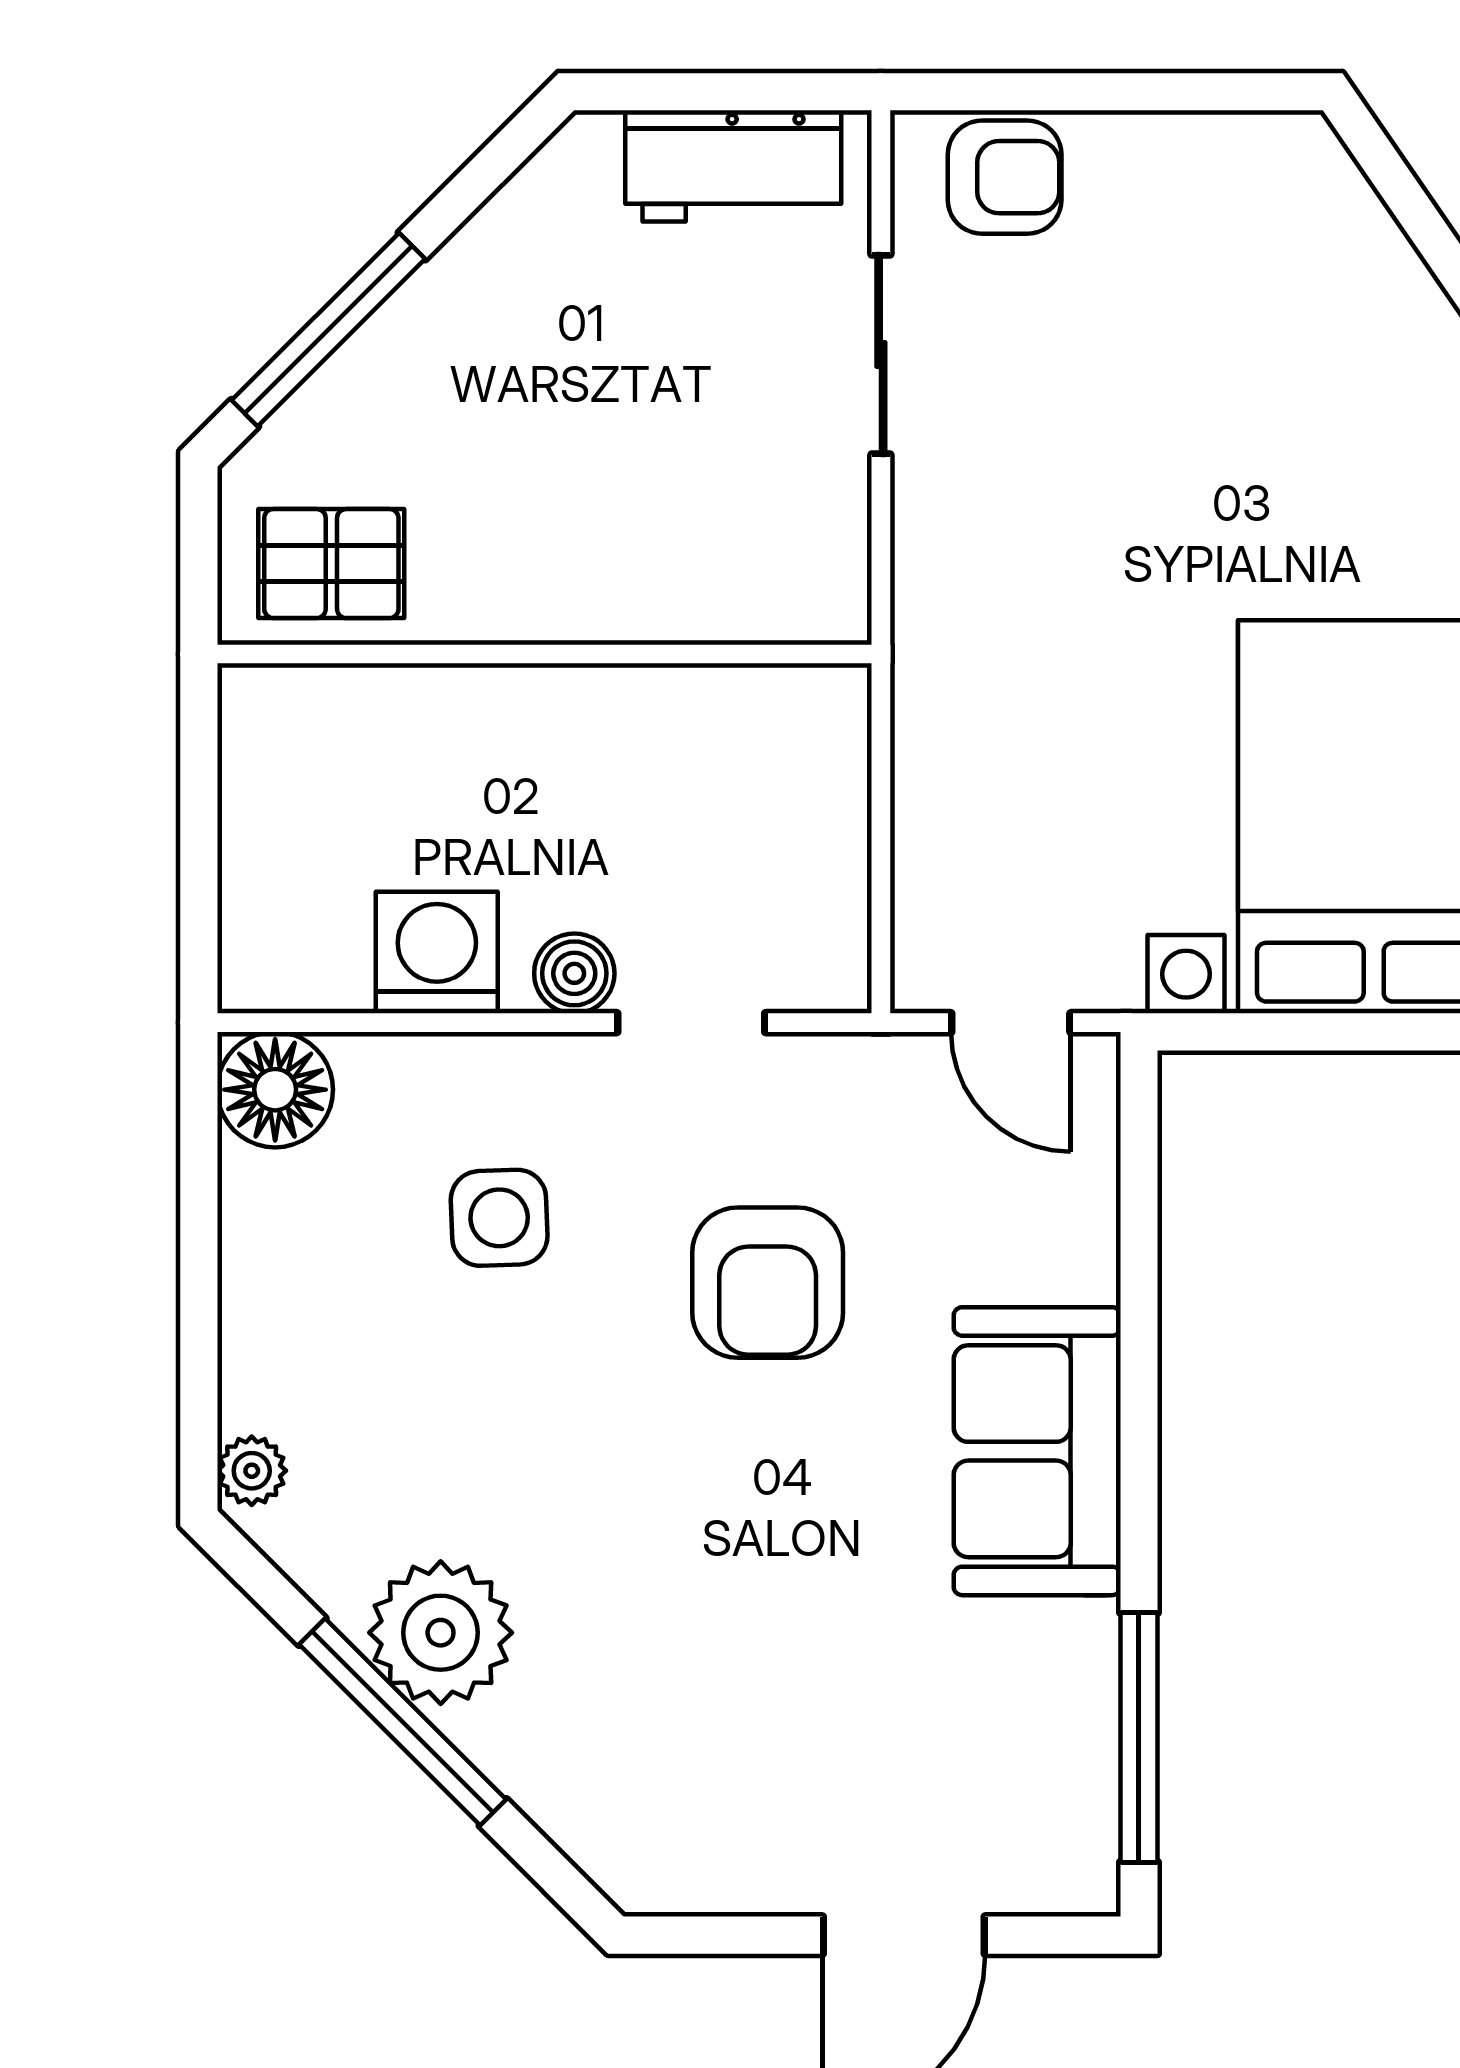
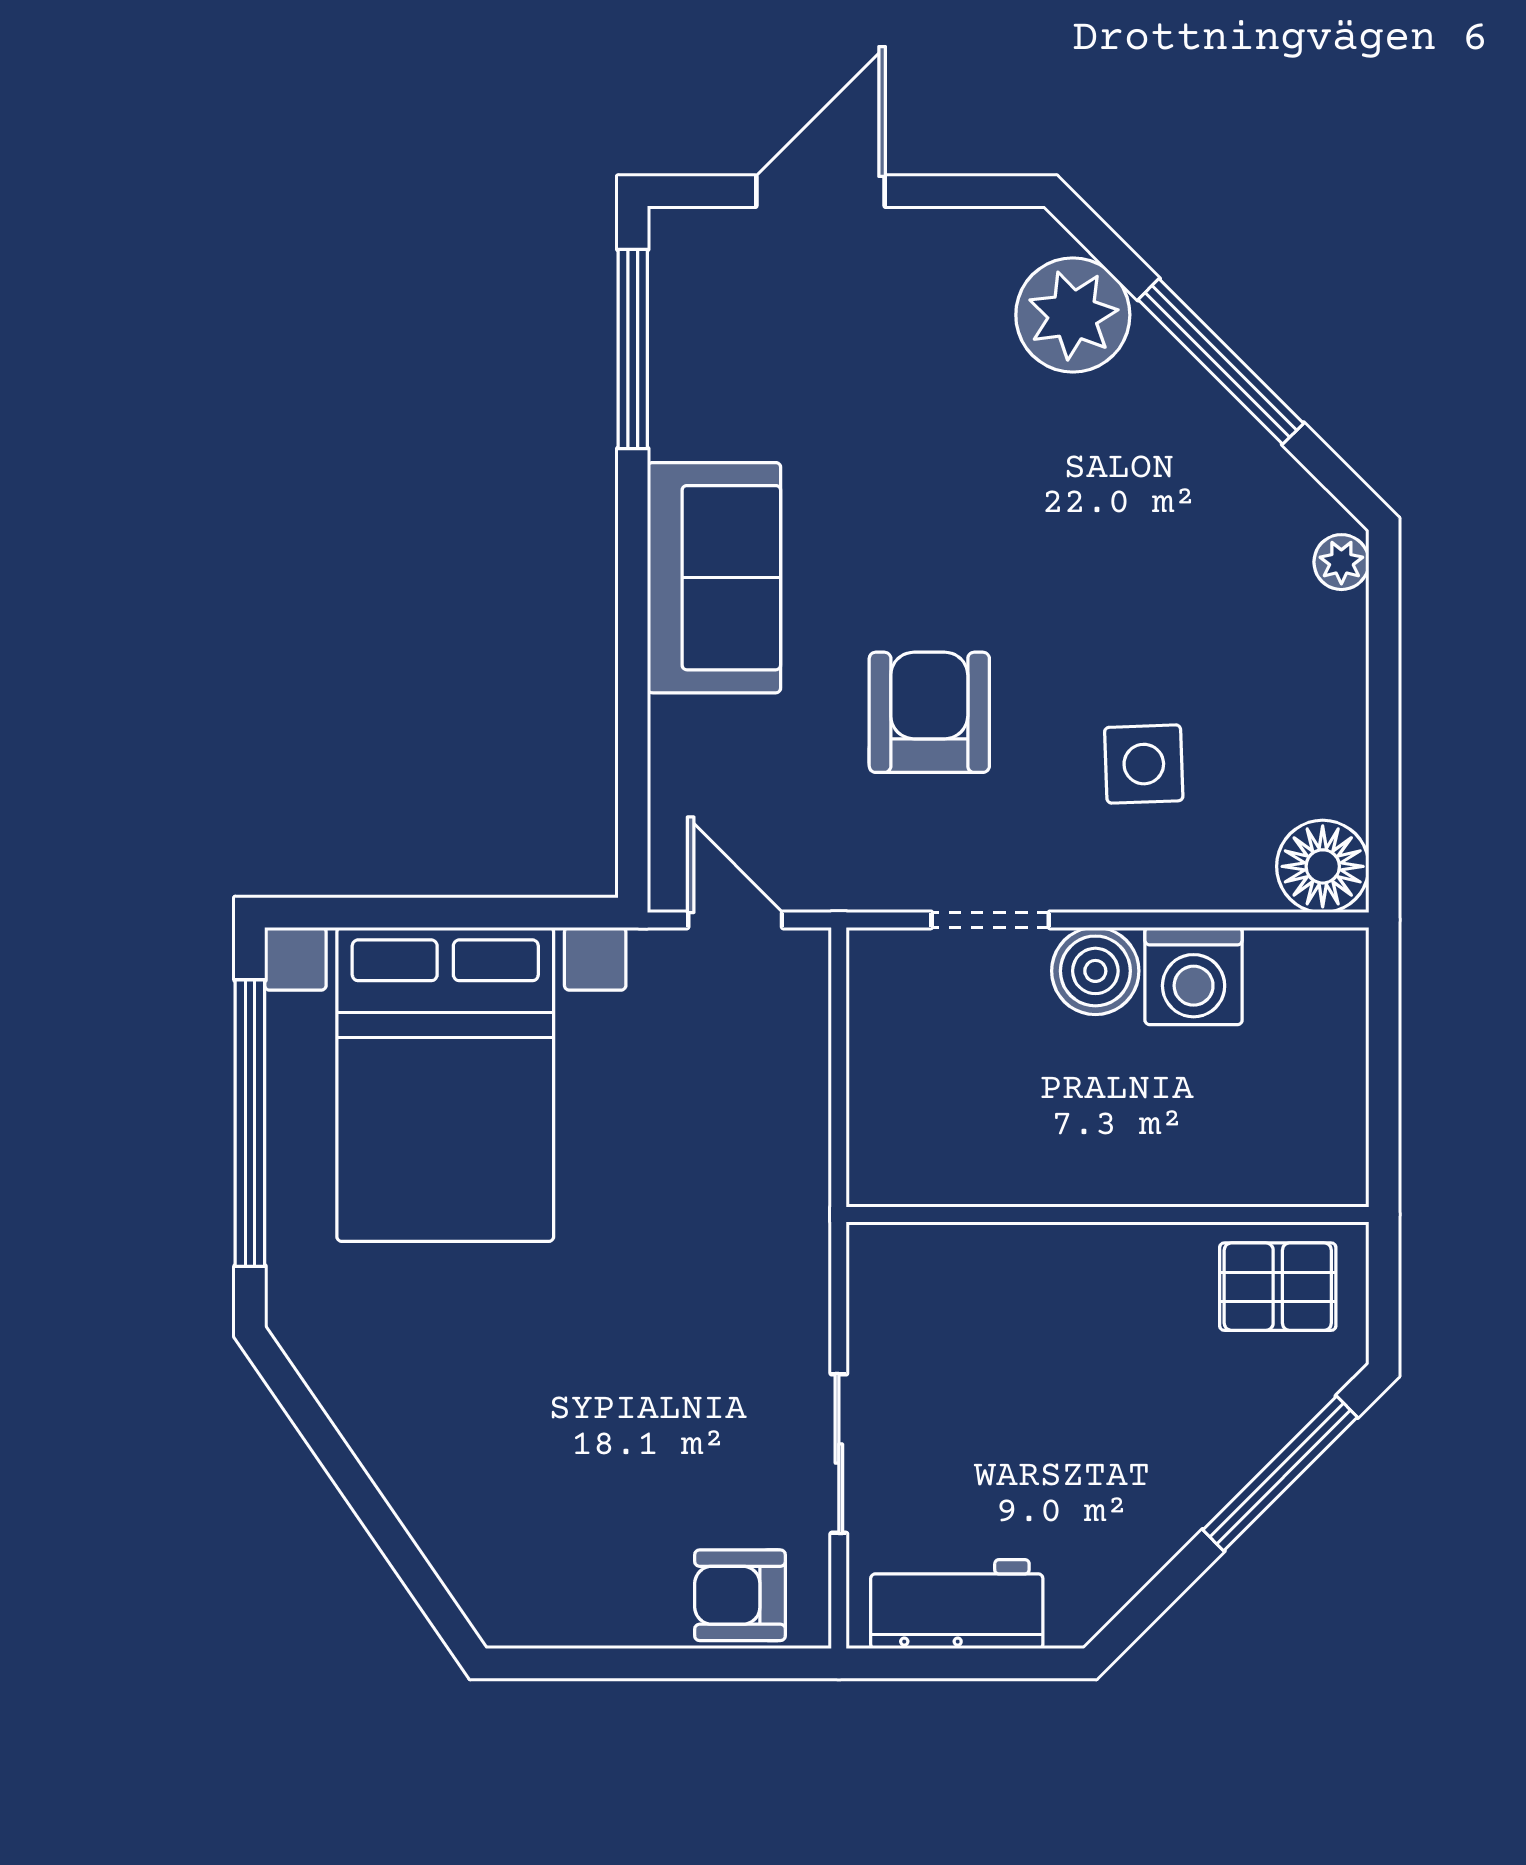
boiler: (574, 973) -> (1095, 971), width x1.36, depth x1.36
plant: (441, 1633) -> (1073, 315), moved

